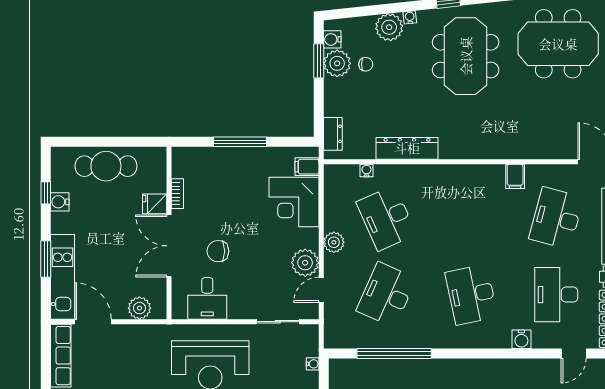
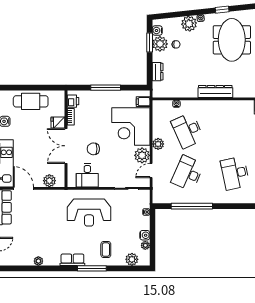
dresser: (333, 134) -> (158, 72), moved
dresser: (407, 148) -> (215, 91), moved
printer: (182, 166) -> (73, 101), added
corner desk: (294, 202) -> (131, 126), width x1.36, depth x1.36

